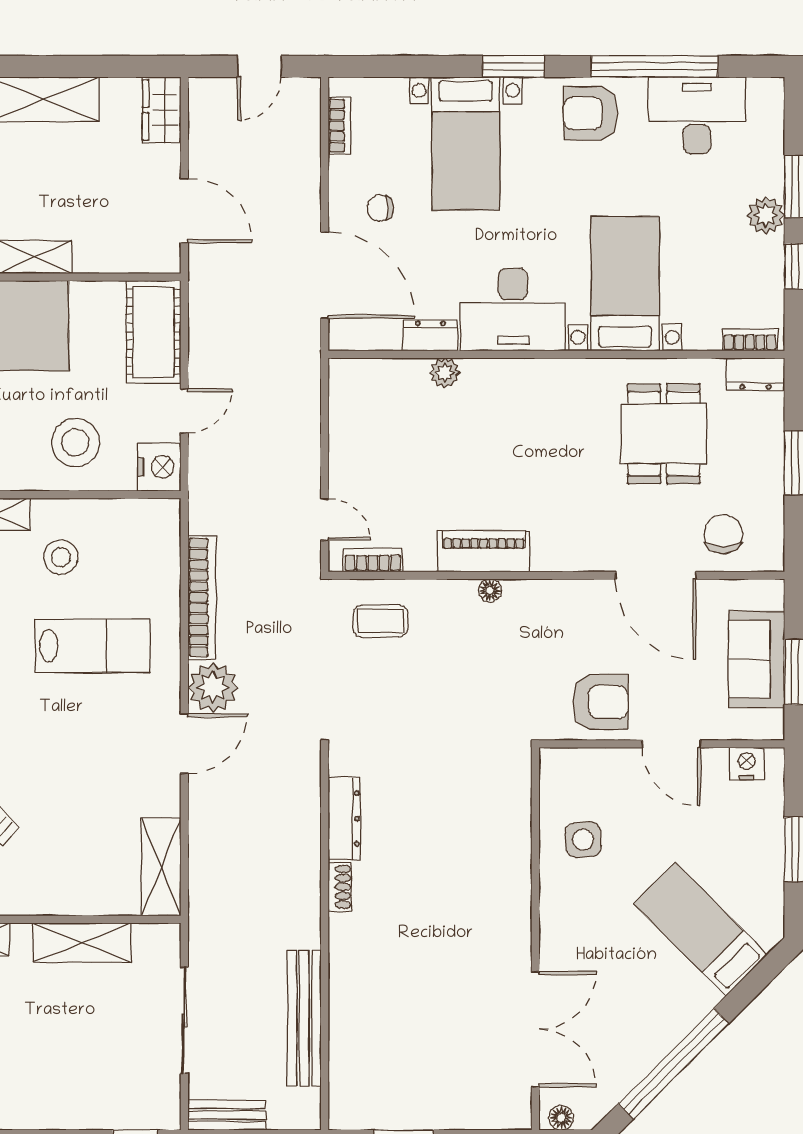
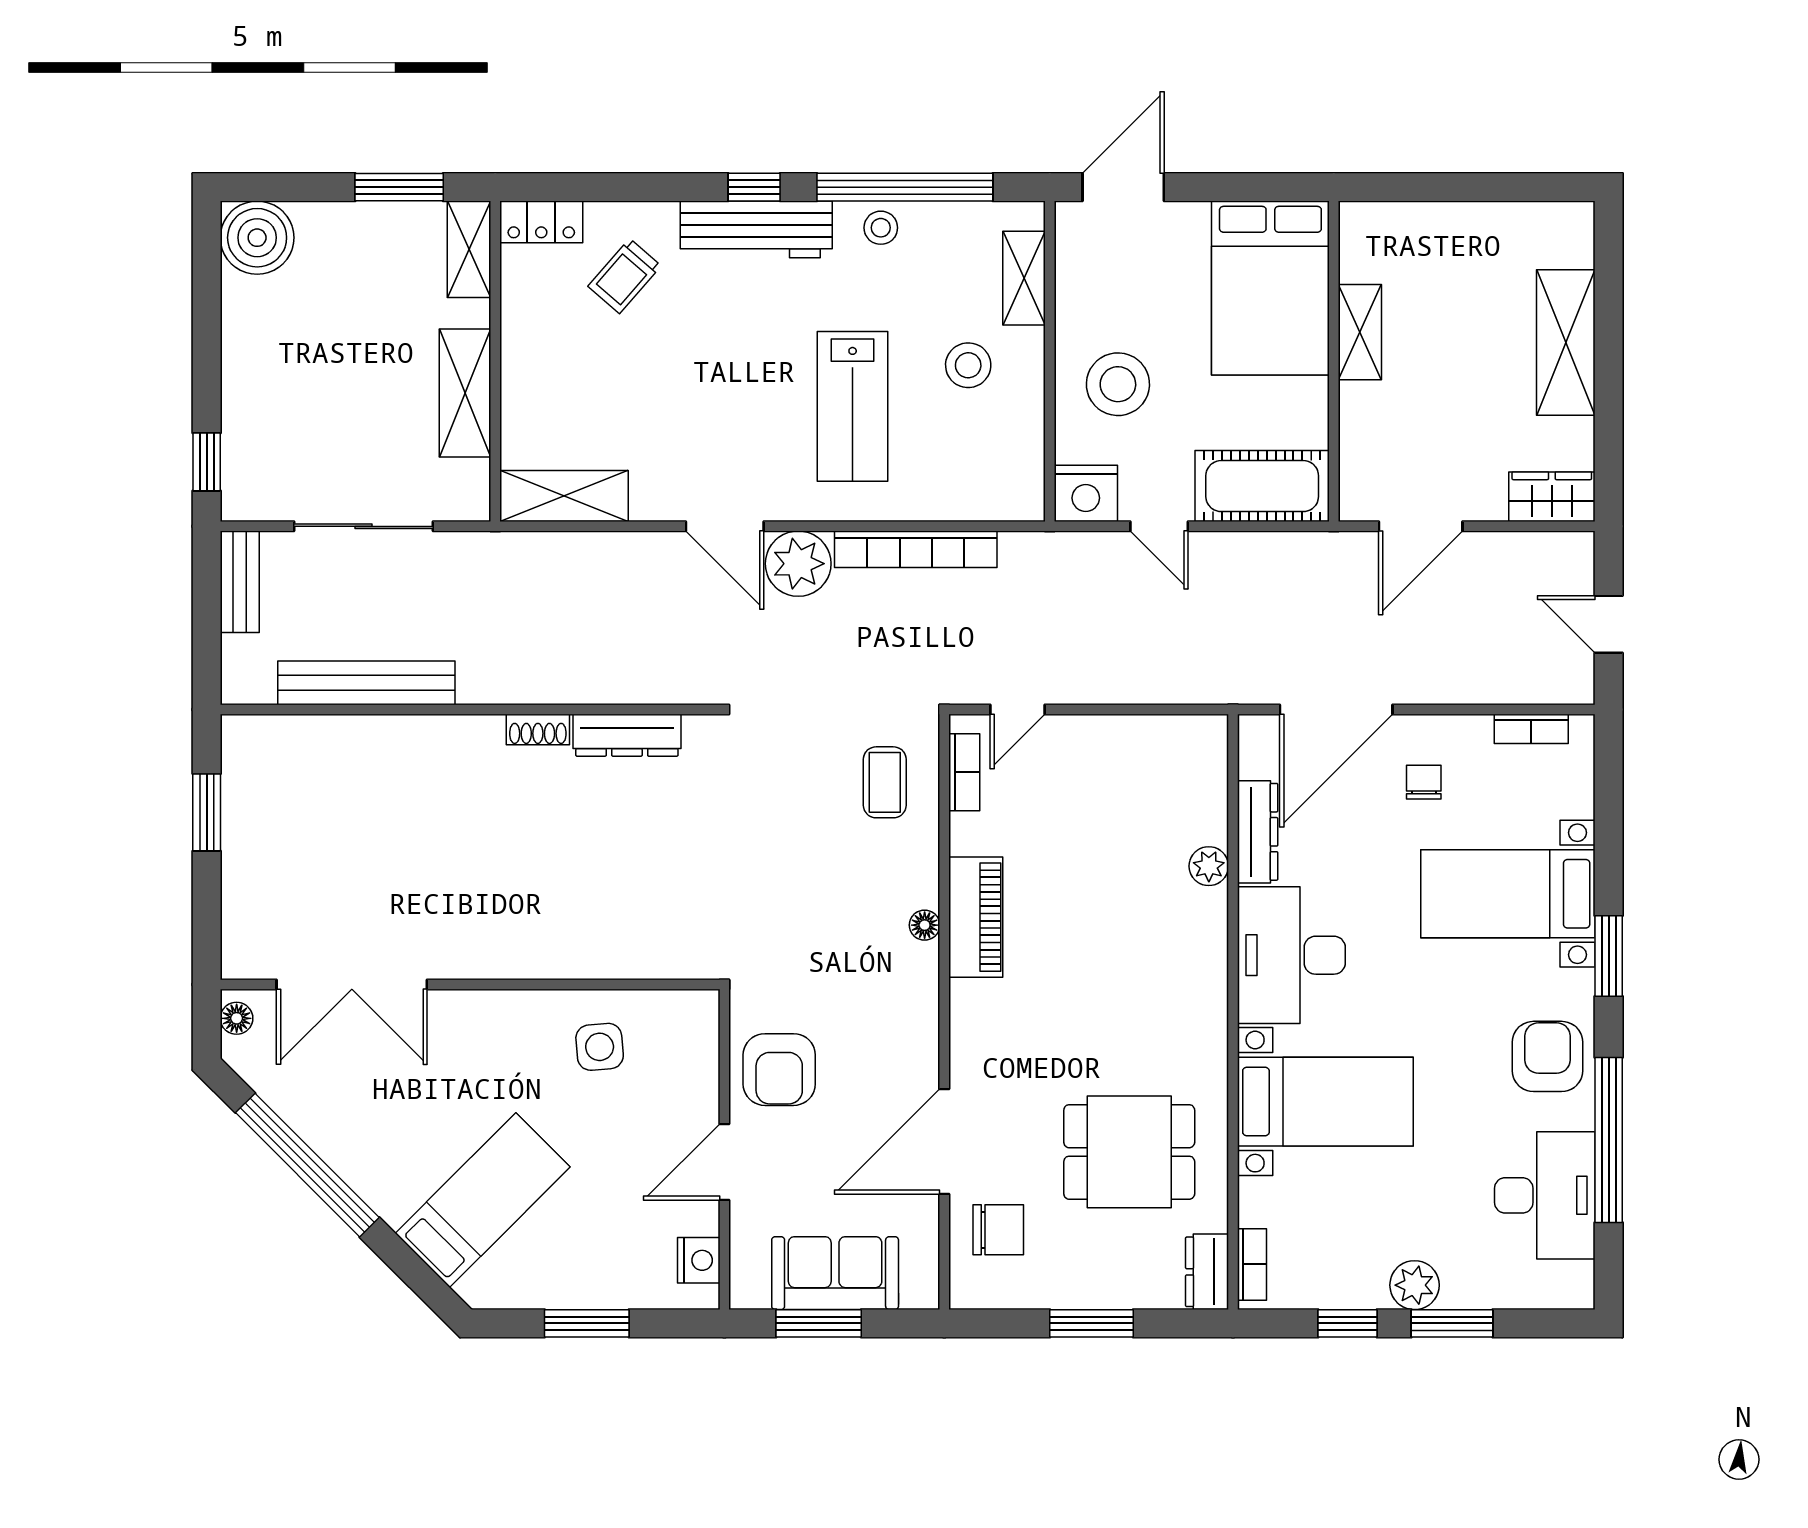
dresser: (430, 335) -> (1258, 832), width x1.44

